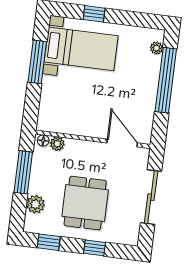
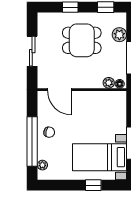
chair: (142, 90) -> (49, 132), added
sliding door: (151, 197) -> (32, 51), width x0.73
dining table: (85, 203) -> (82, 40), turned 90

